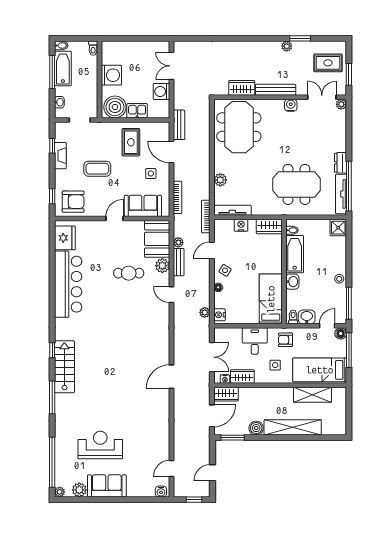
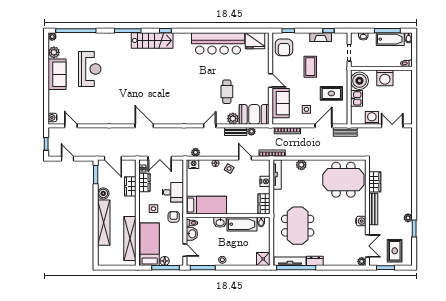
floor lamp: (341, 333) -> (165, 261), moved
wardrobe: (226, 394) -> (130, 186), moved
shelving: (312, 395) -> (130, 238), width x1.47

